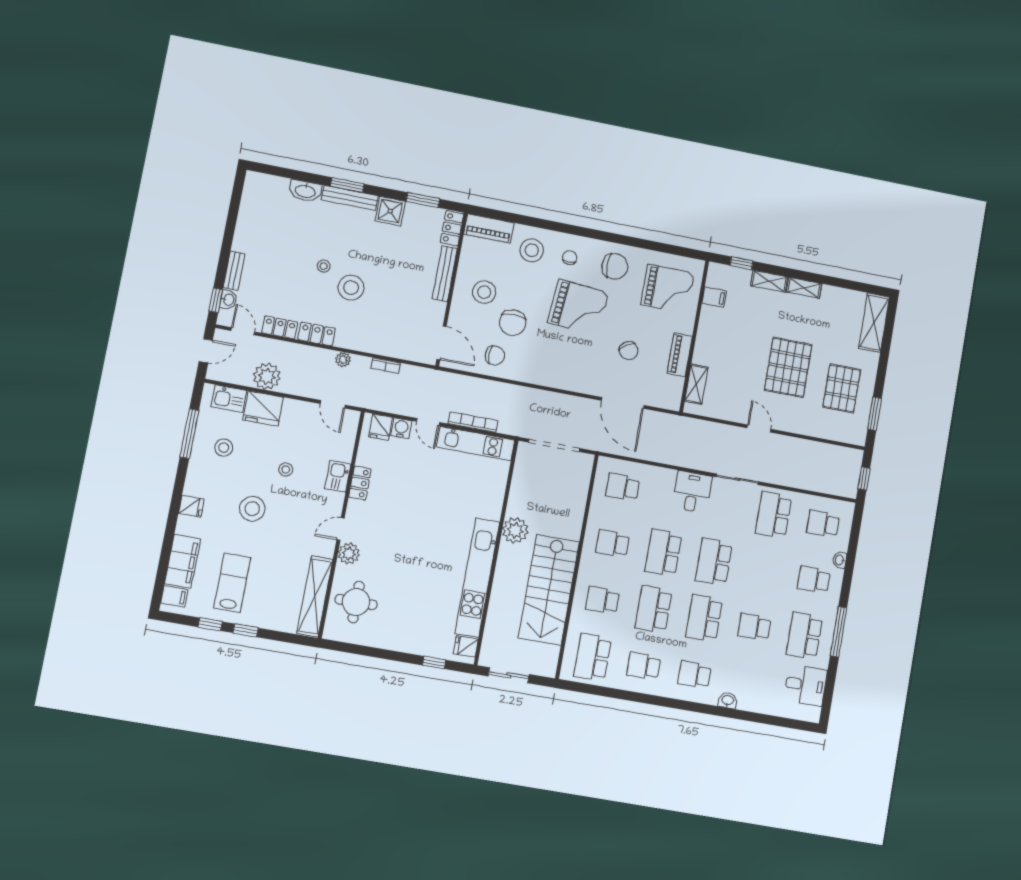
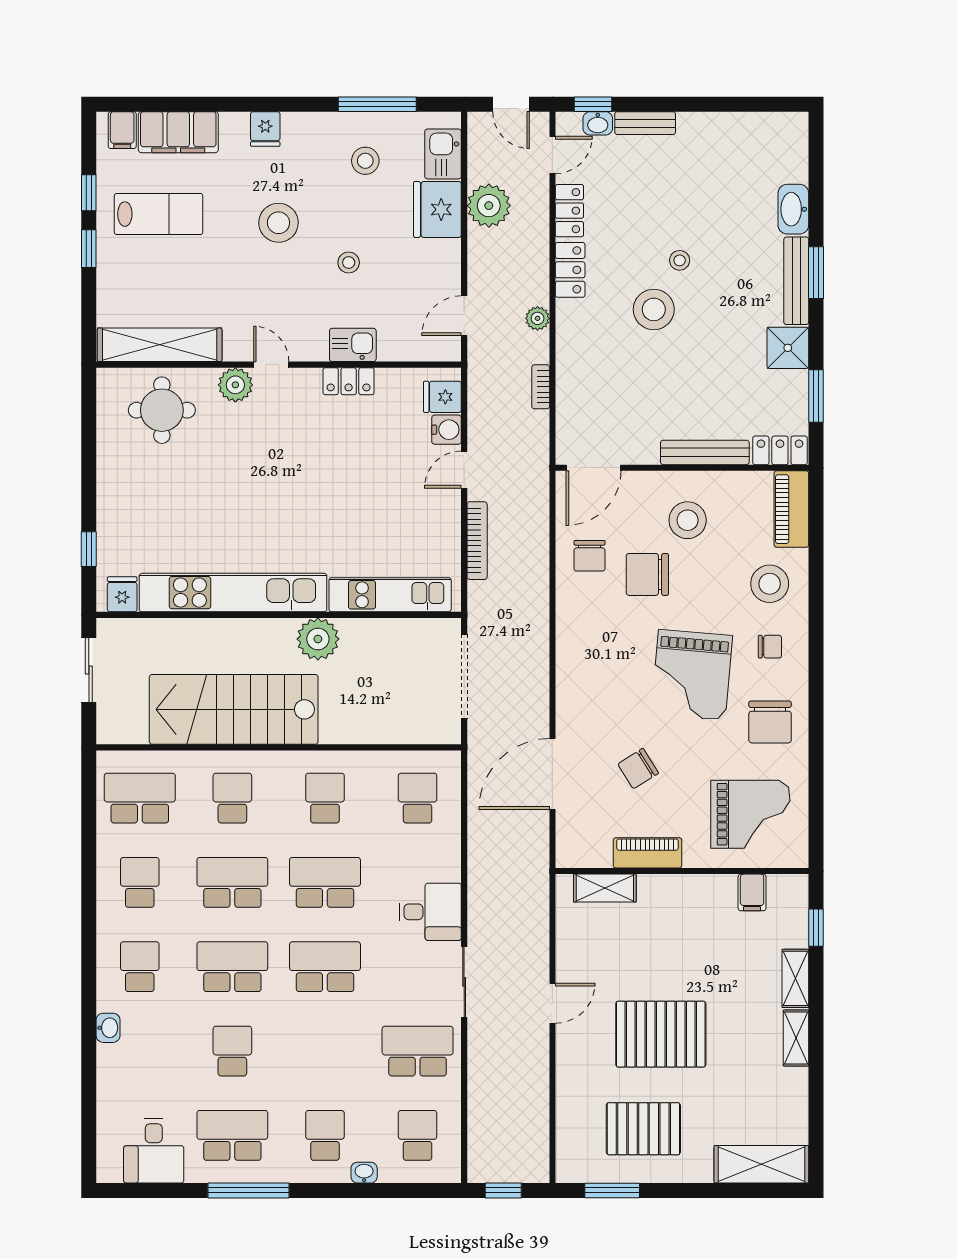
grand piano: (668, 289) -> (750, 814), turned -90
kitchen unit: (476, 443) -> (390, 595), moved, turned 90

